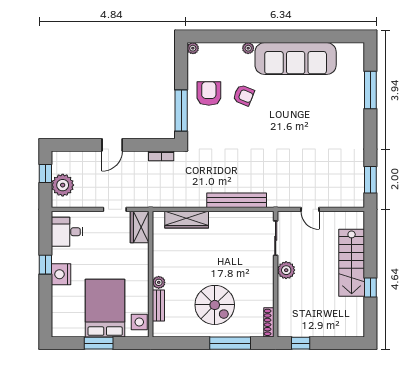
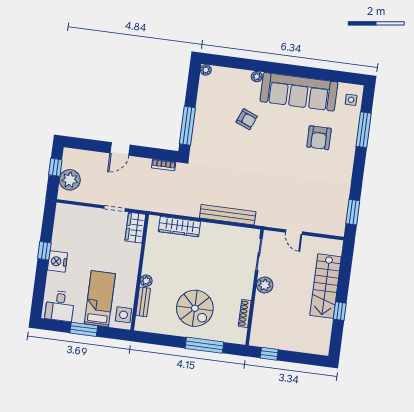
side table: (353, 60) -> (351, 100), added
armchair: (209, 93) -> (319, 138), moved, turned 180
desk: (67, 232) -> (60, 306), moved, turned -90
bed: (105, 308) -> (100, 299), width x0.67
shoe rack: (269, 322) -> (245, 313), moved

